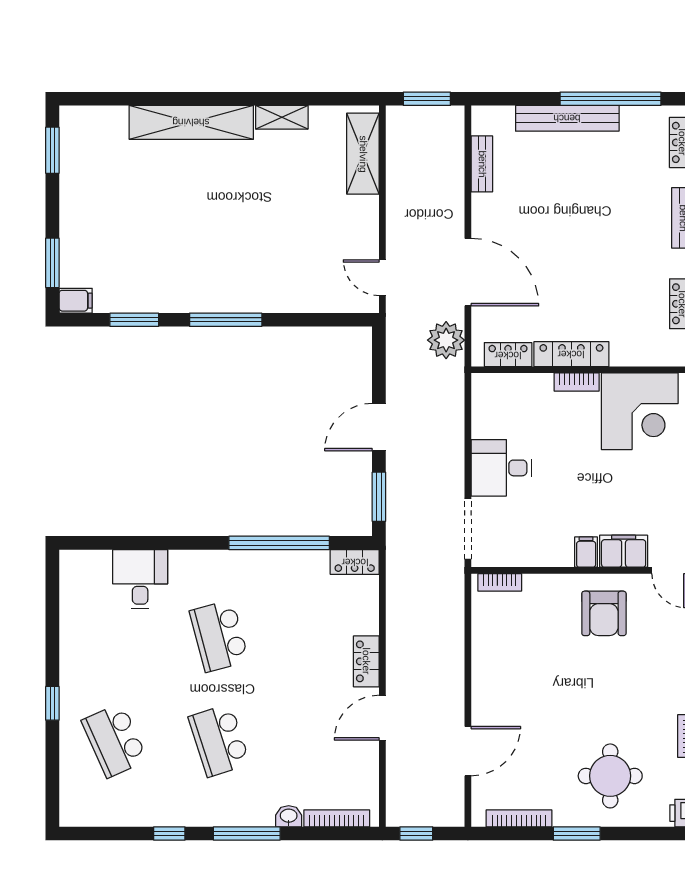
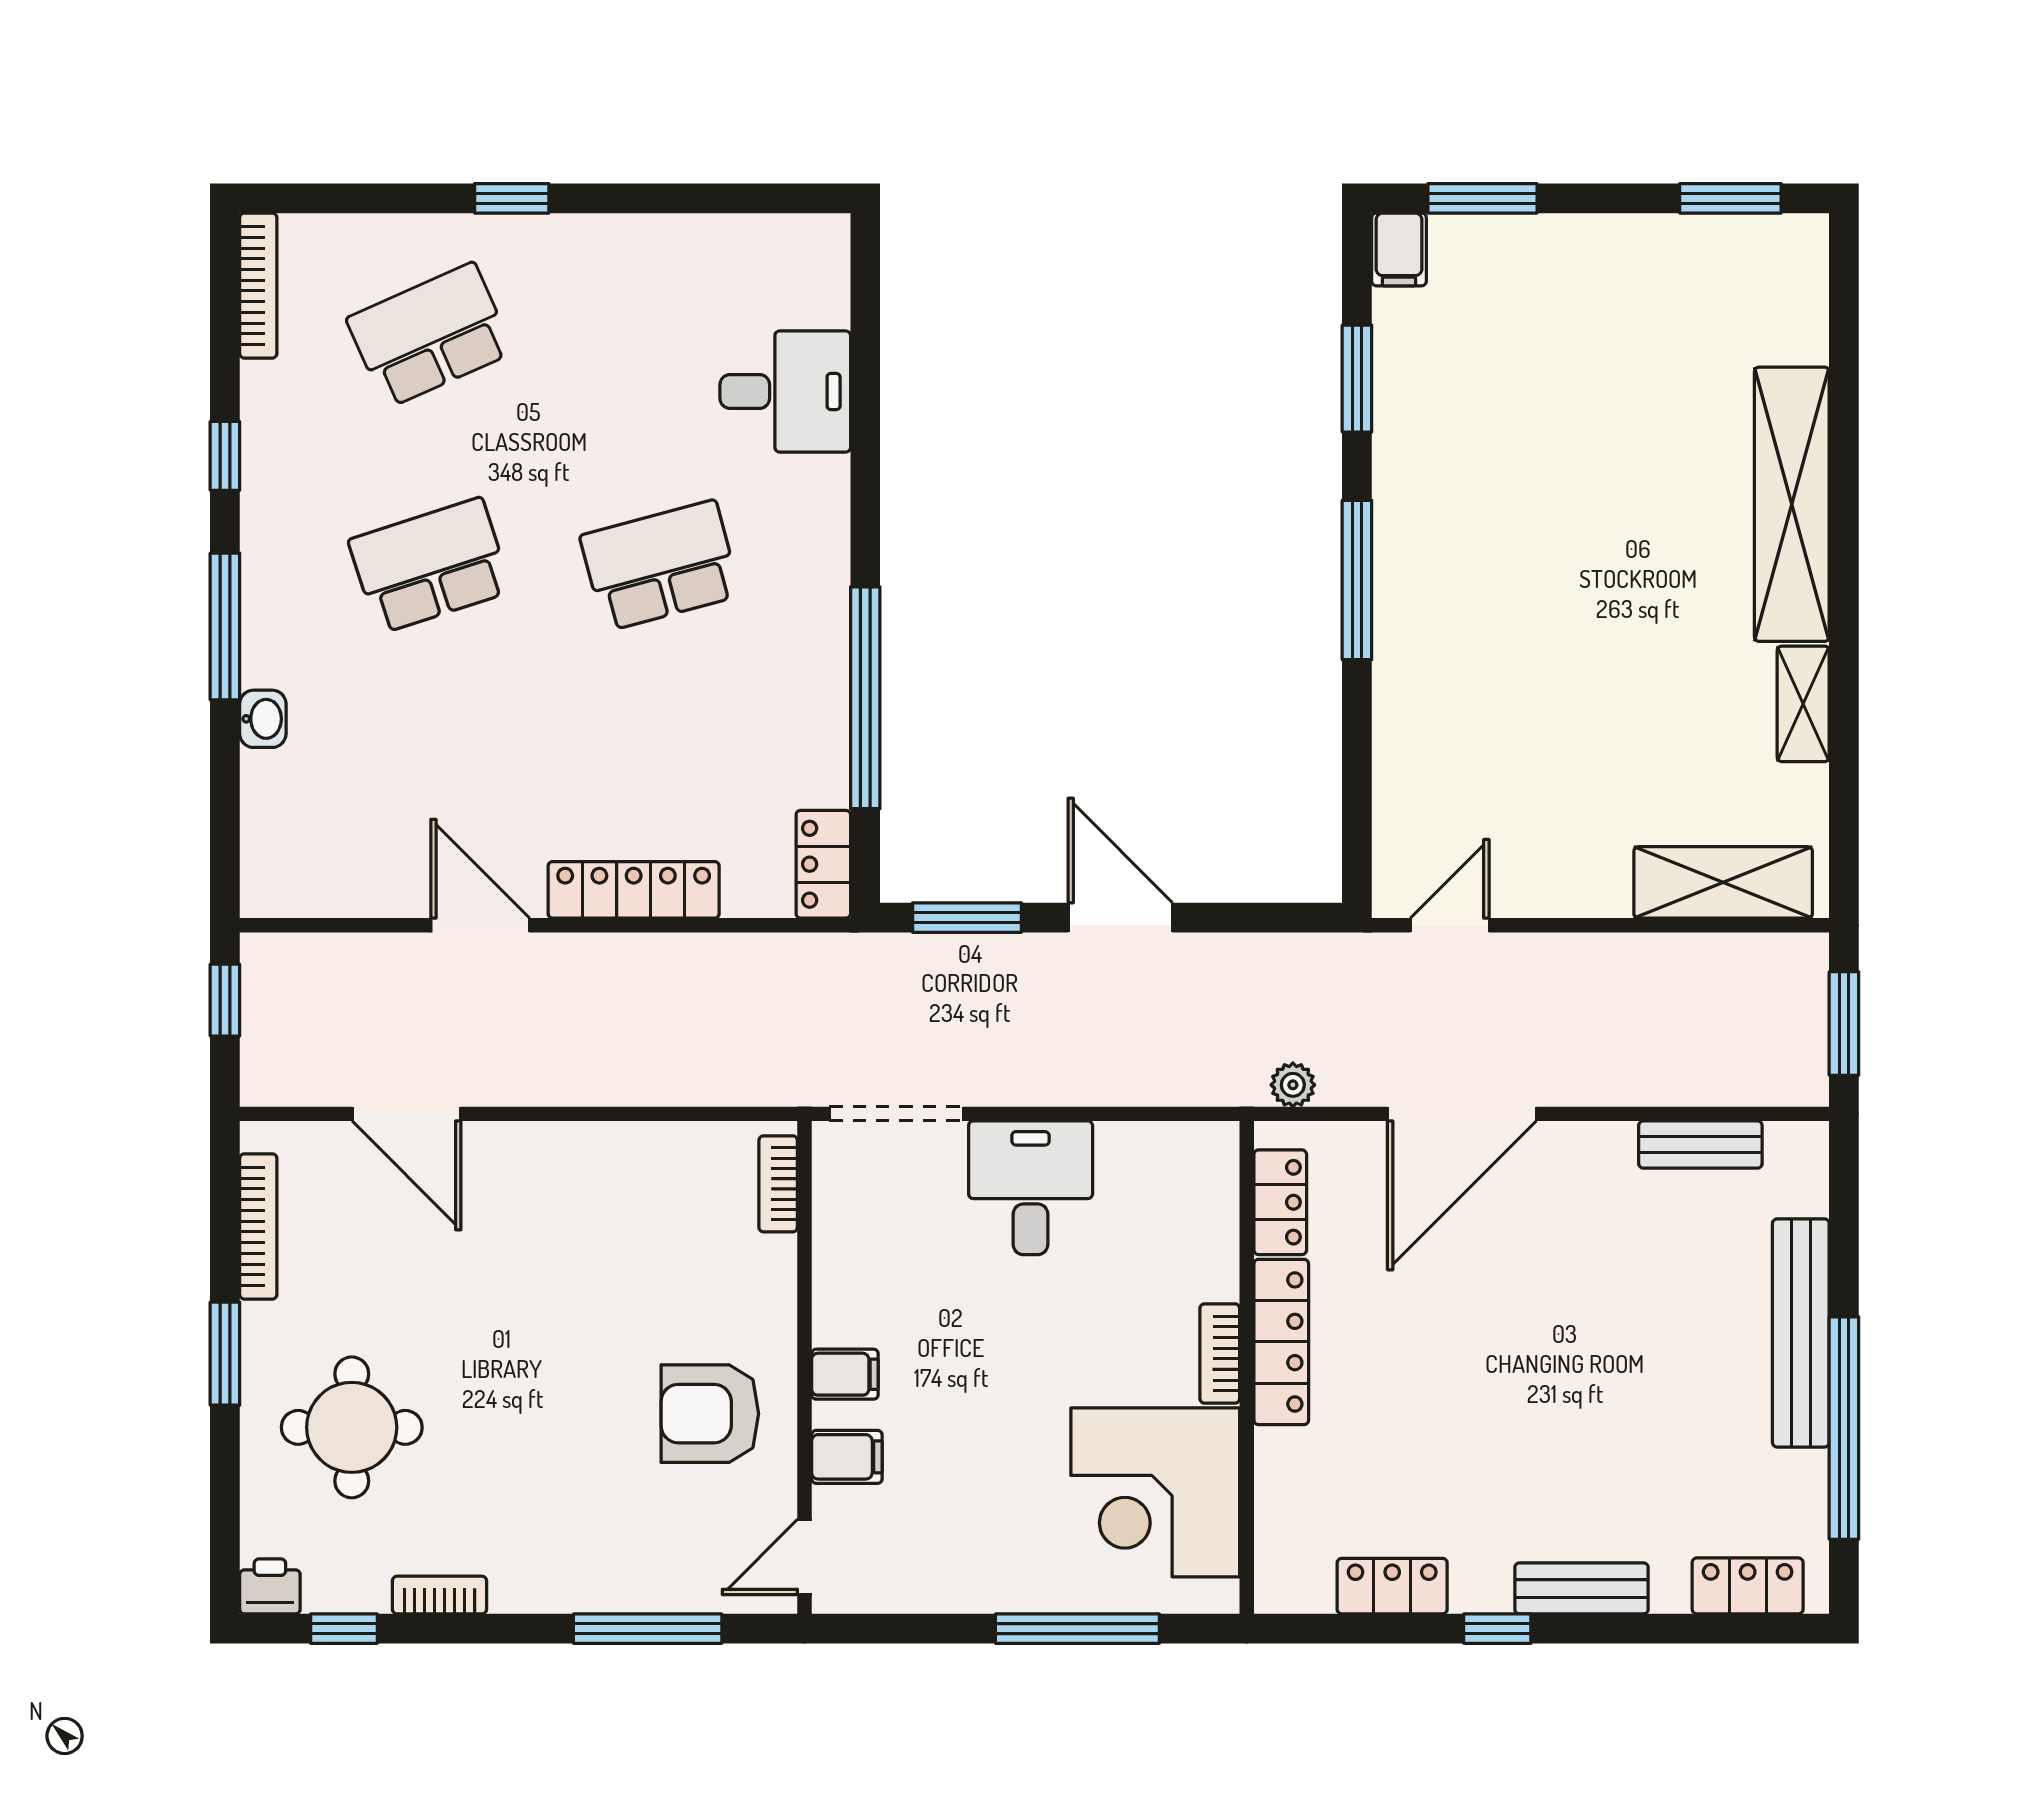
plant: (446, 340) -> (1293, 1085), width x0.53, depth x0.53
filing cabinet: (624, 551) -> (847, 1457), width x0.50
locker: (366, 661) -> (634, 890), width x1.53
bookcase: (337, 818) -> (258, 286), moved

